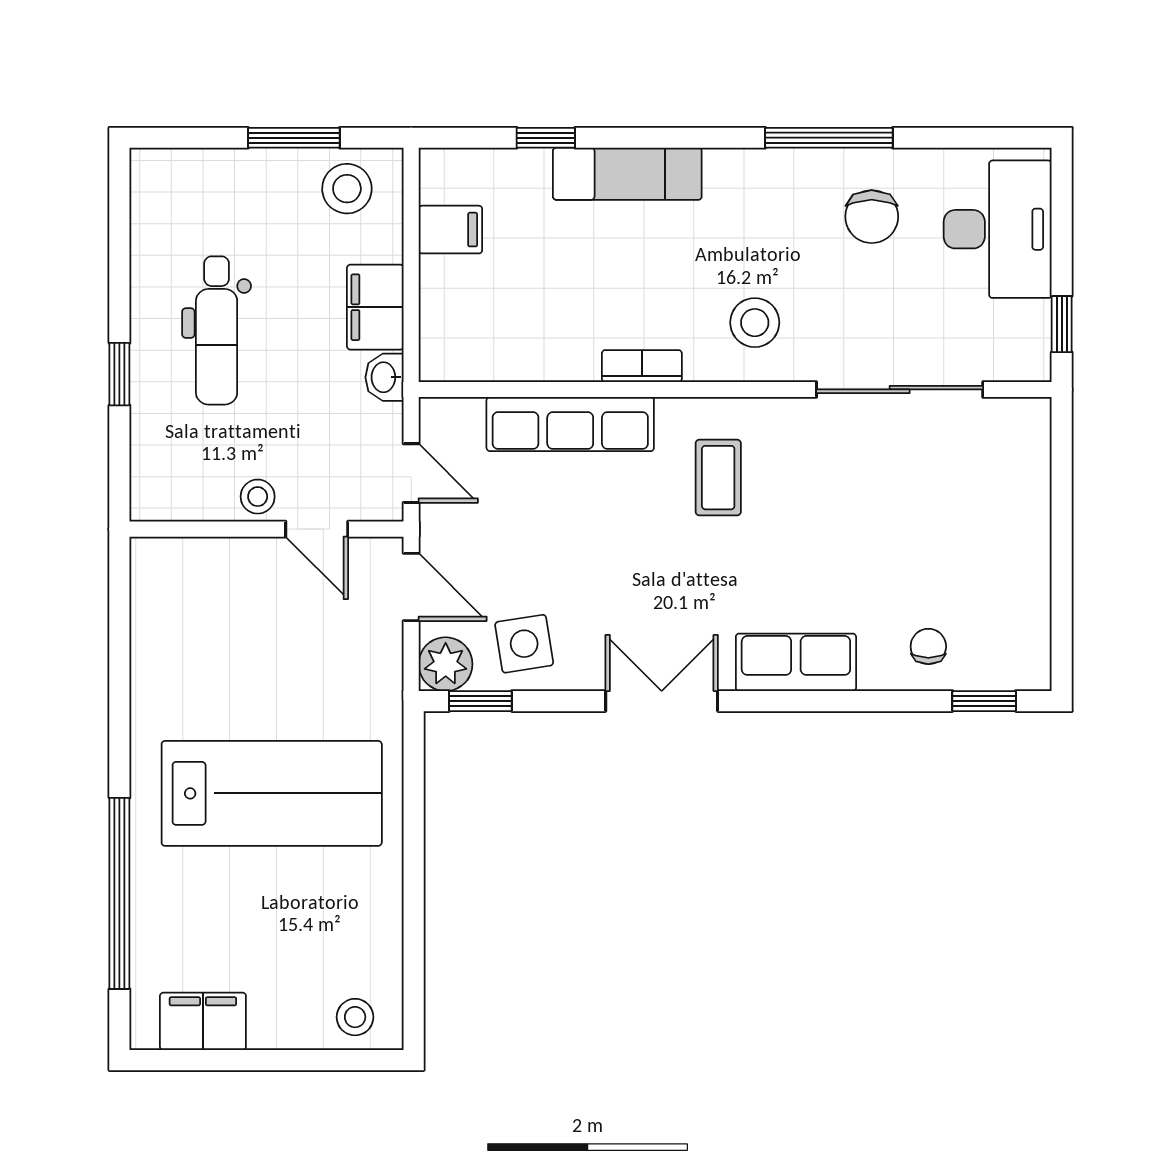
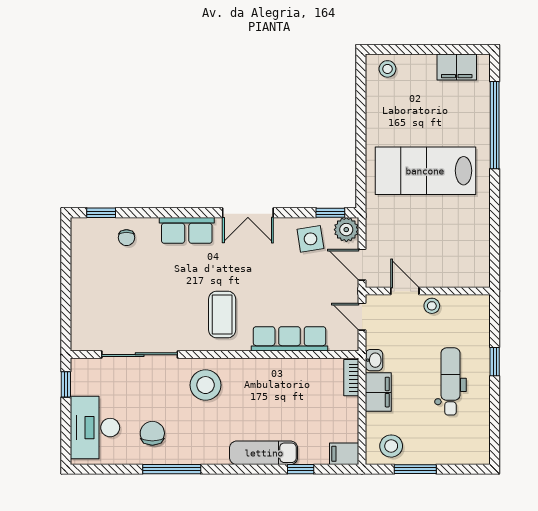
filing cabinet: (450, 230) -> (344, 454), moved
stool: (755, 323) -> (206, 385), width x1.38, depth x1.38
bookcase: (642, 366) -> (351, 378), moved, turned 90
coffee table: (718, 478) -> (222, 314), width x1.36, depth x1.30

